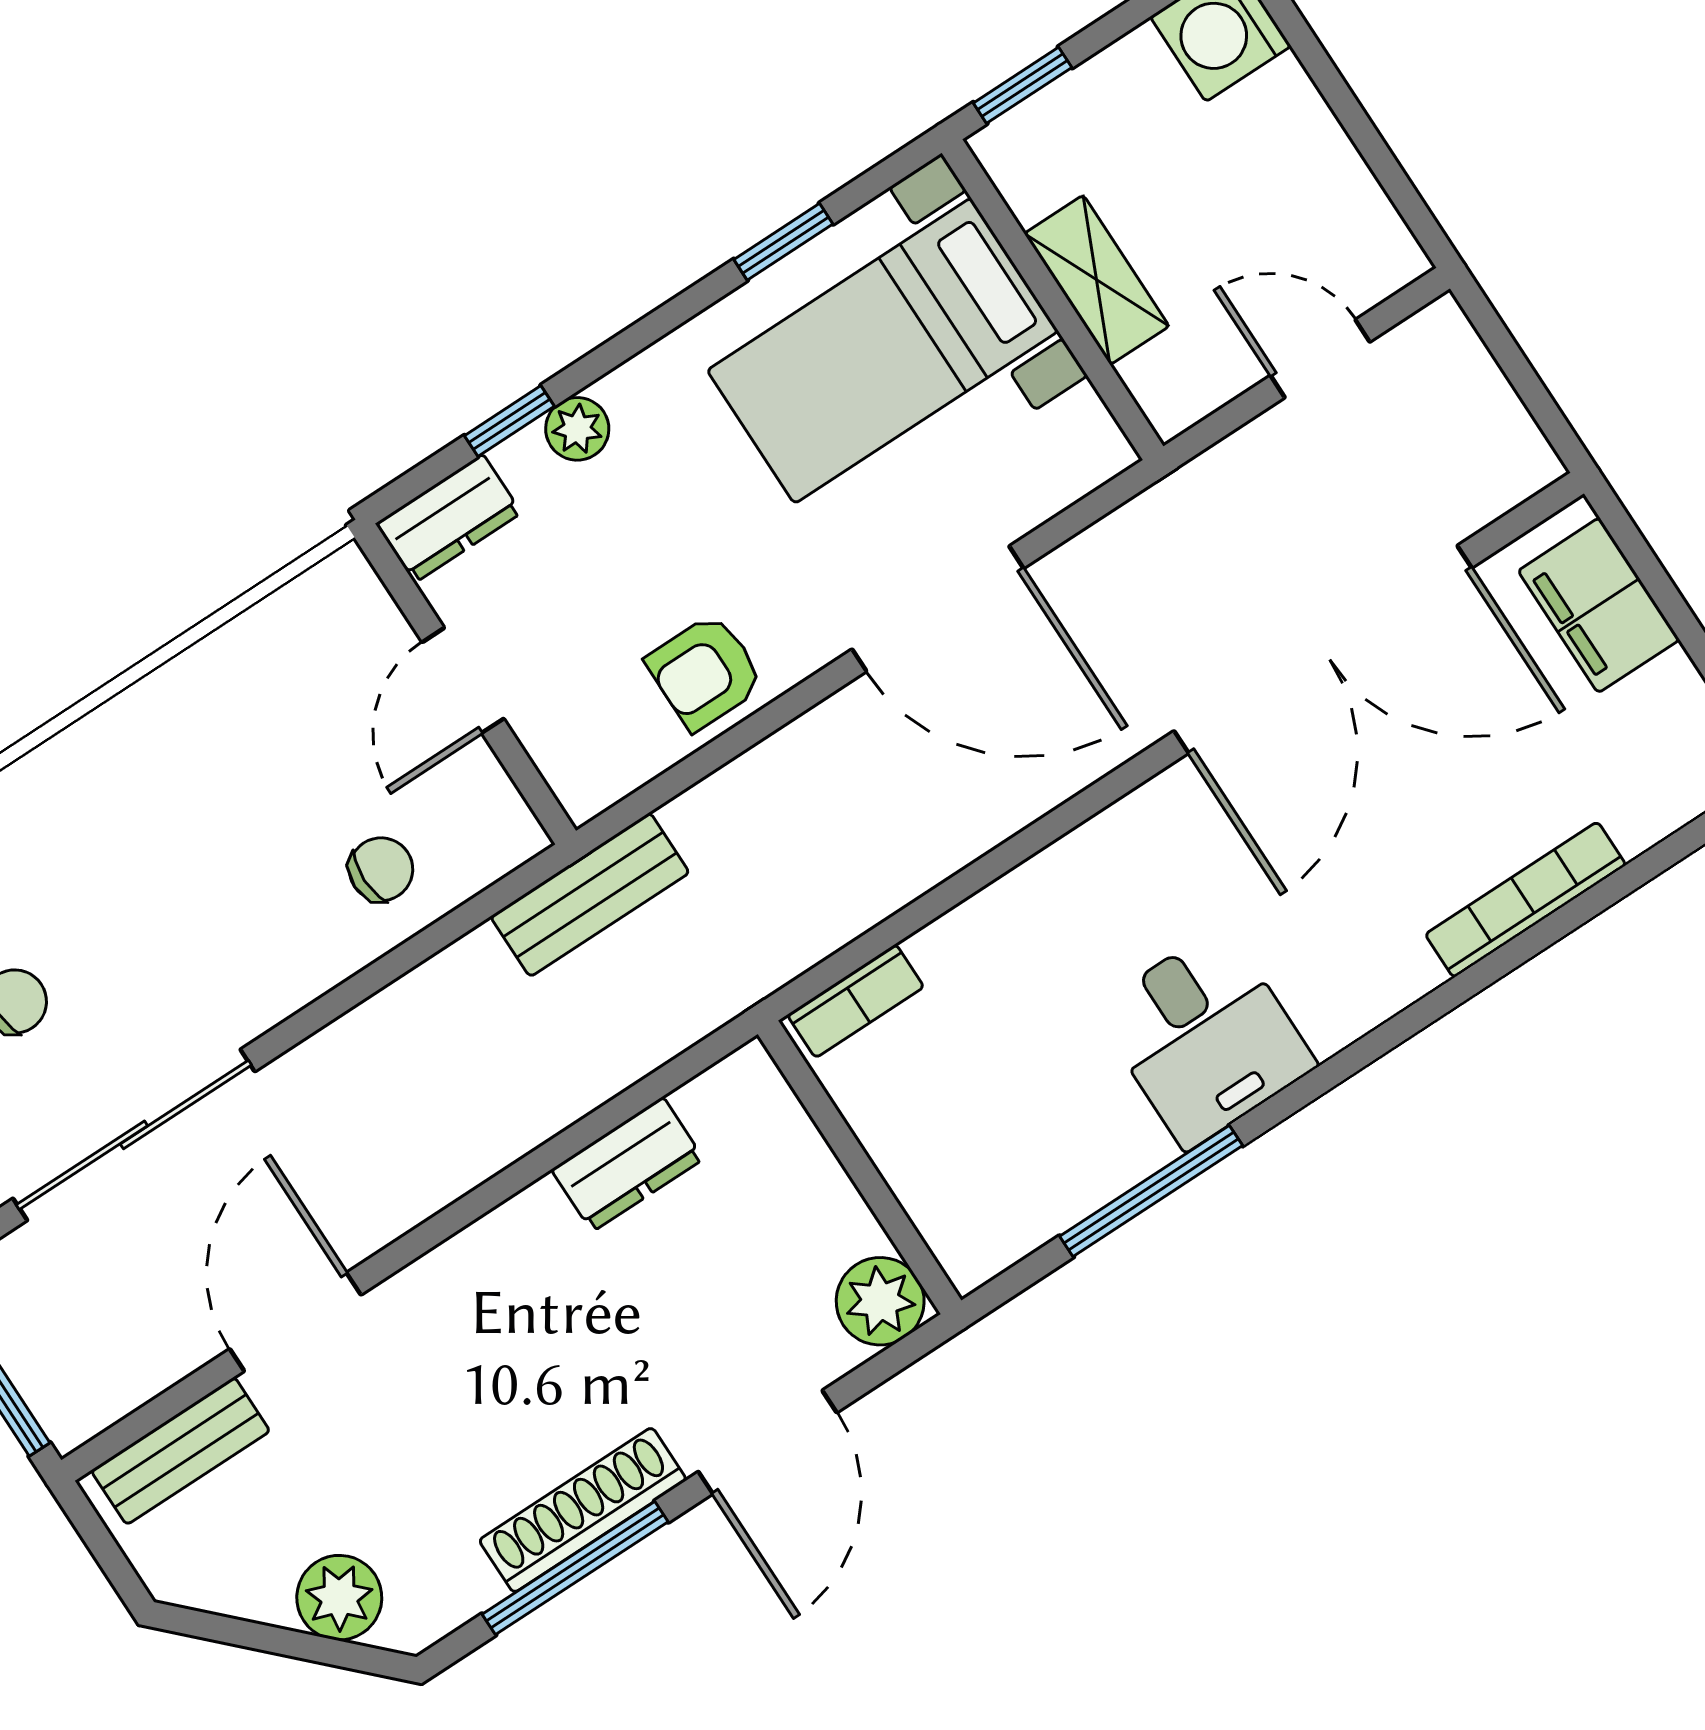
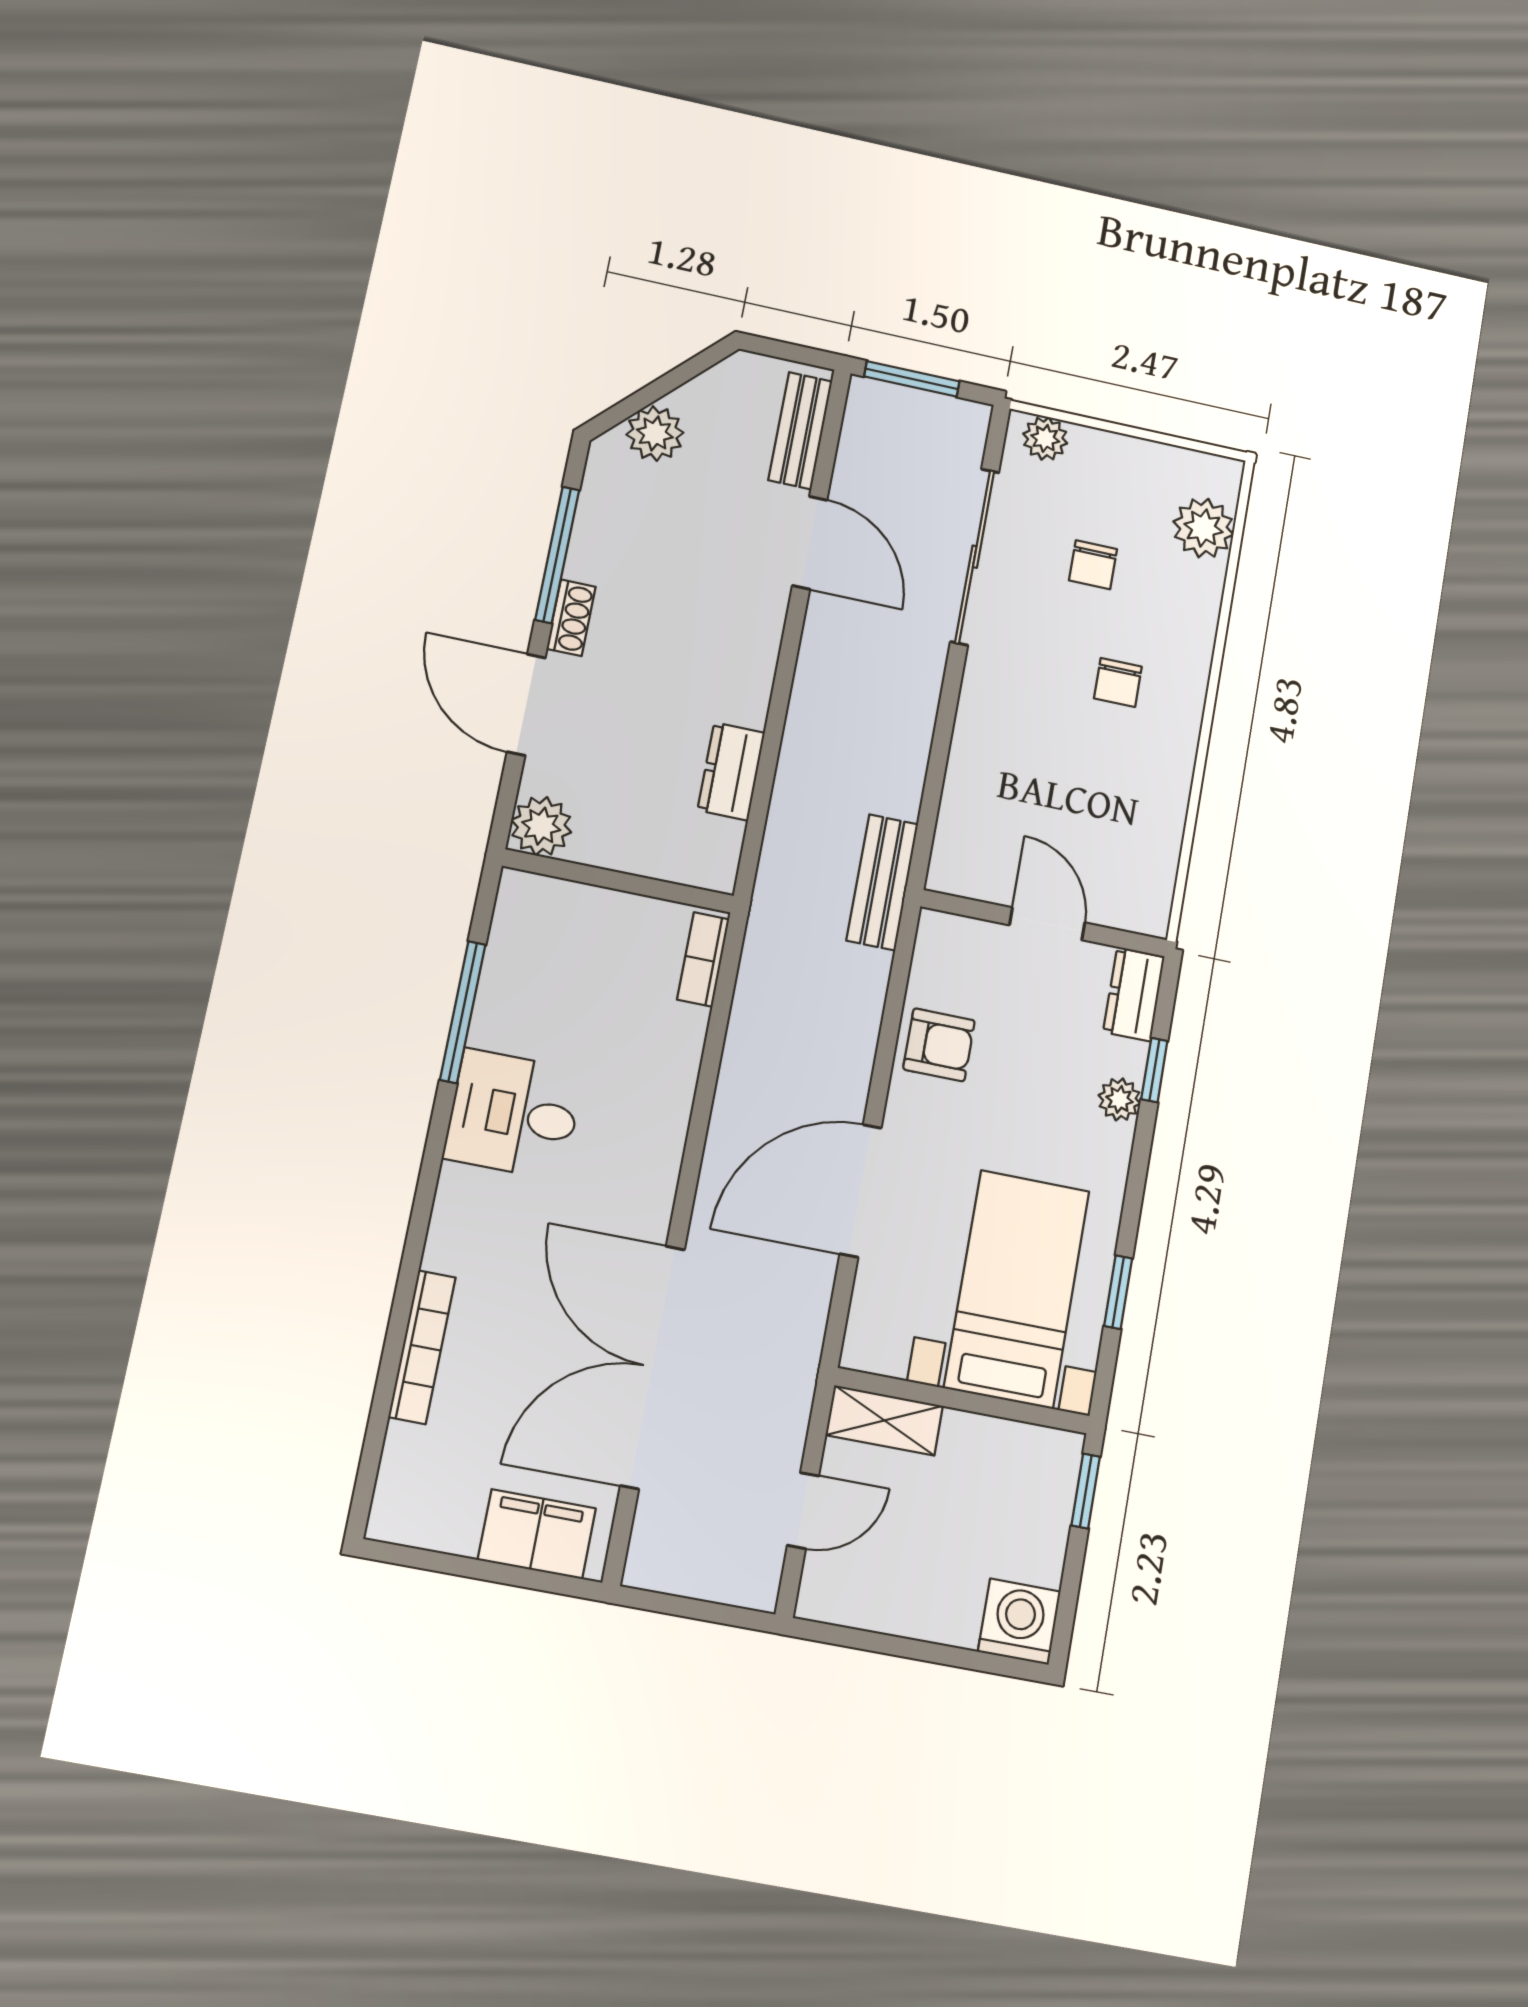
shelving: (1097, 280) -> (884, 1420), moved
armchair: (705, 672) -> (939, 1045), turned 90
chair: (381, 869) -> (1118, 682), moved
shoe rack: (583, 1510) -> (571, 618), width x0.51, depth x0.81

